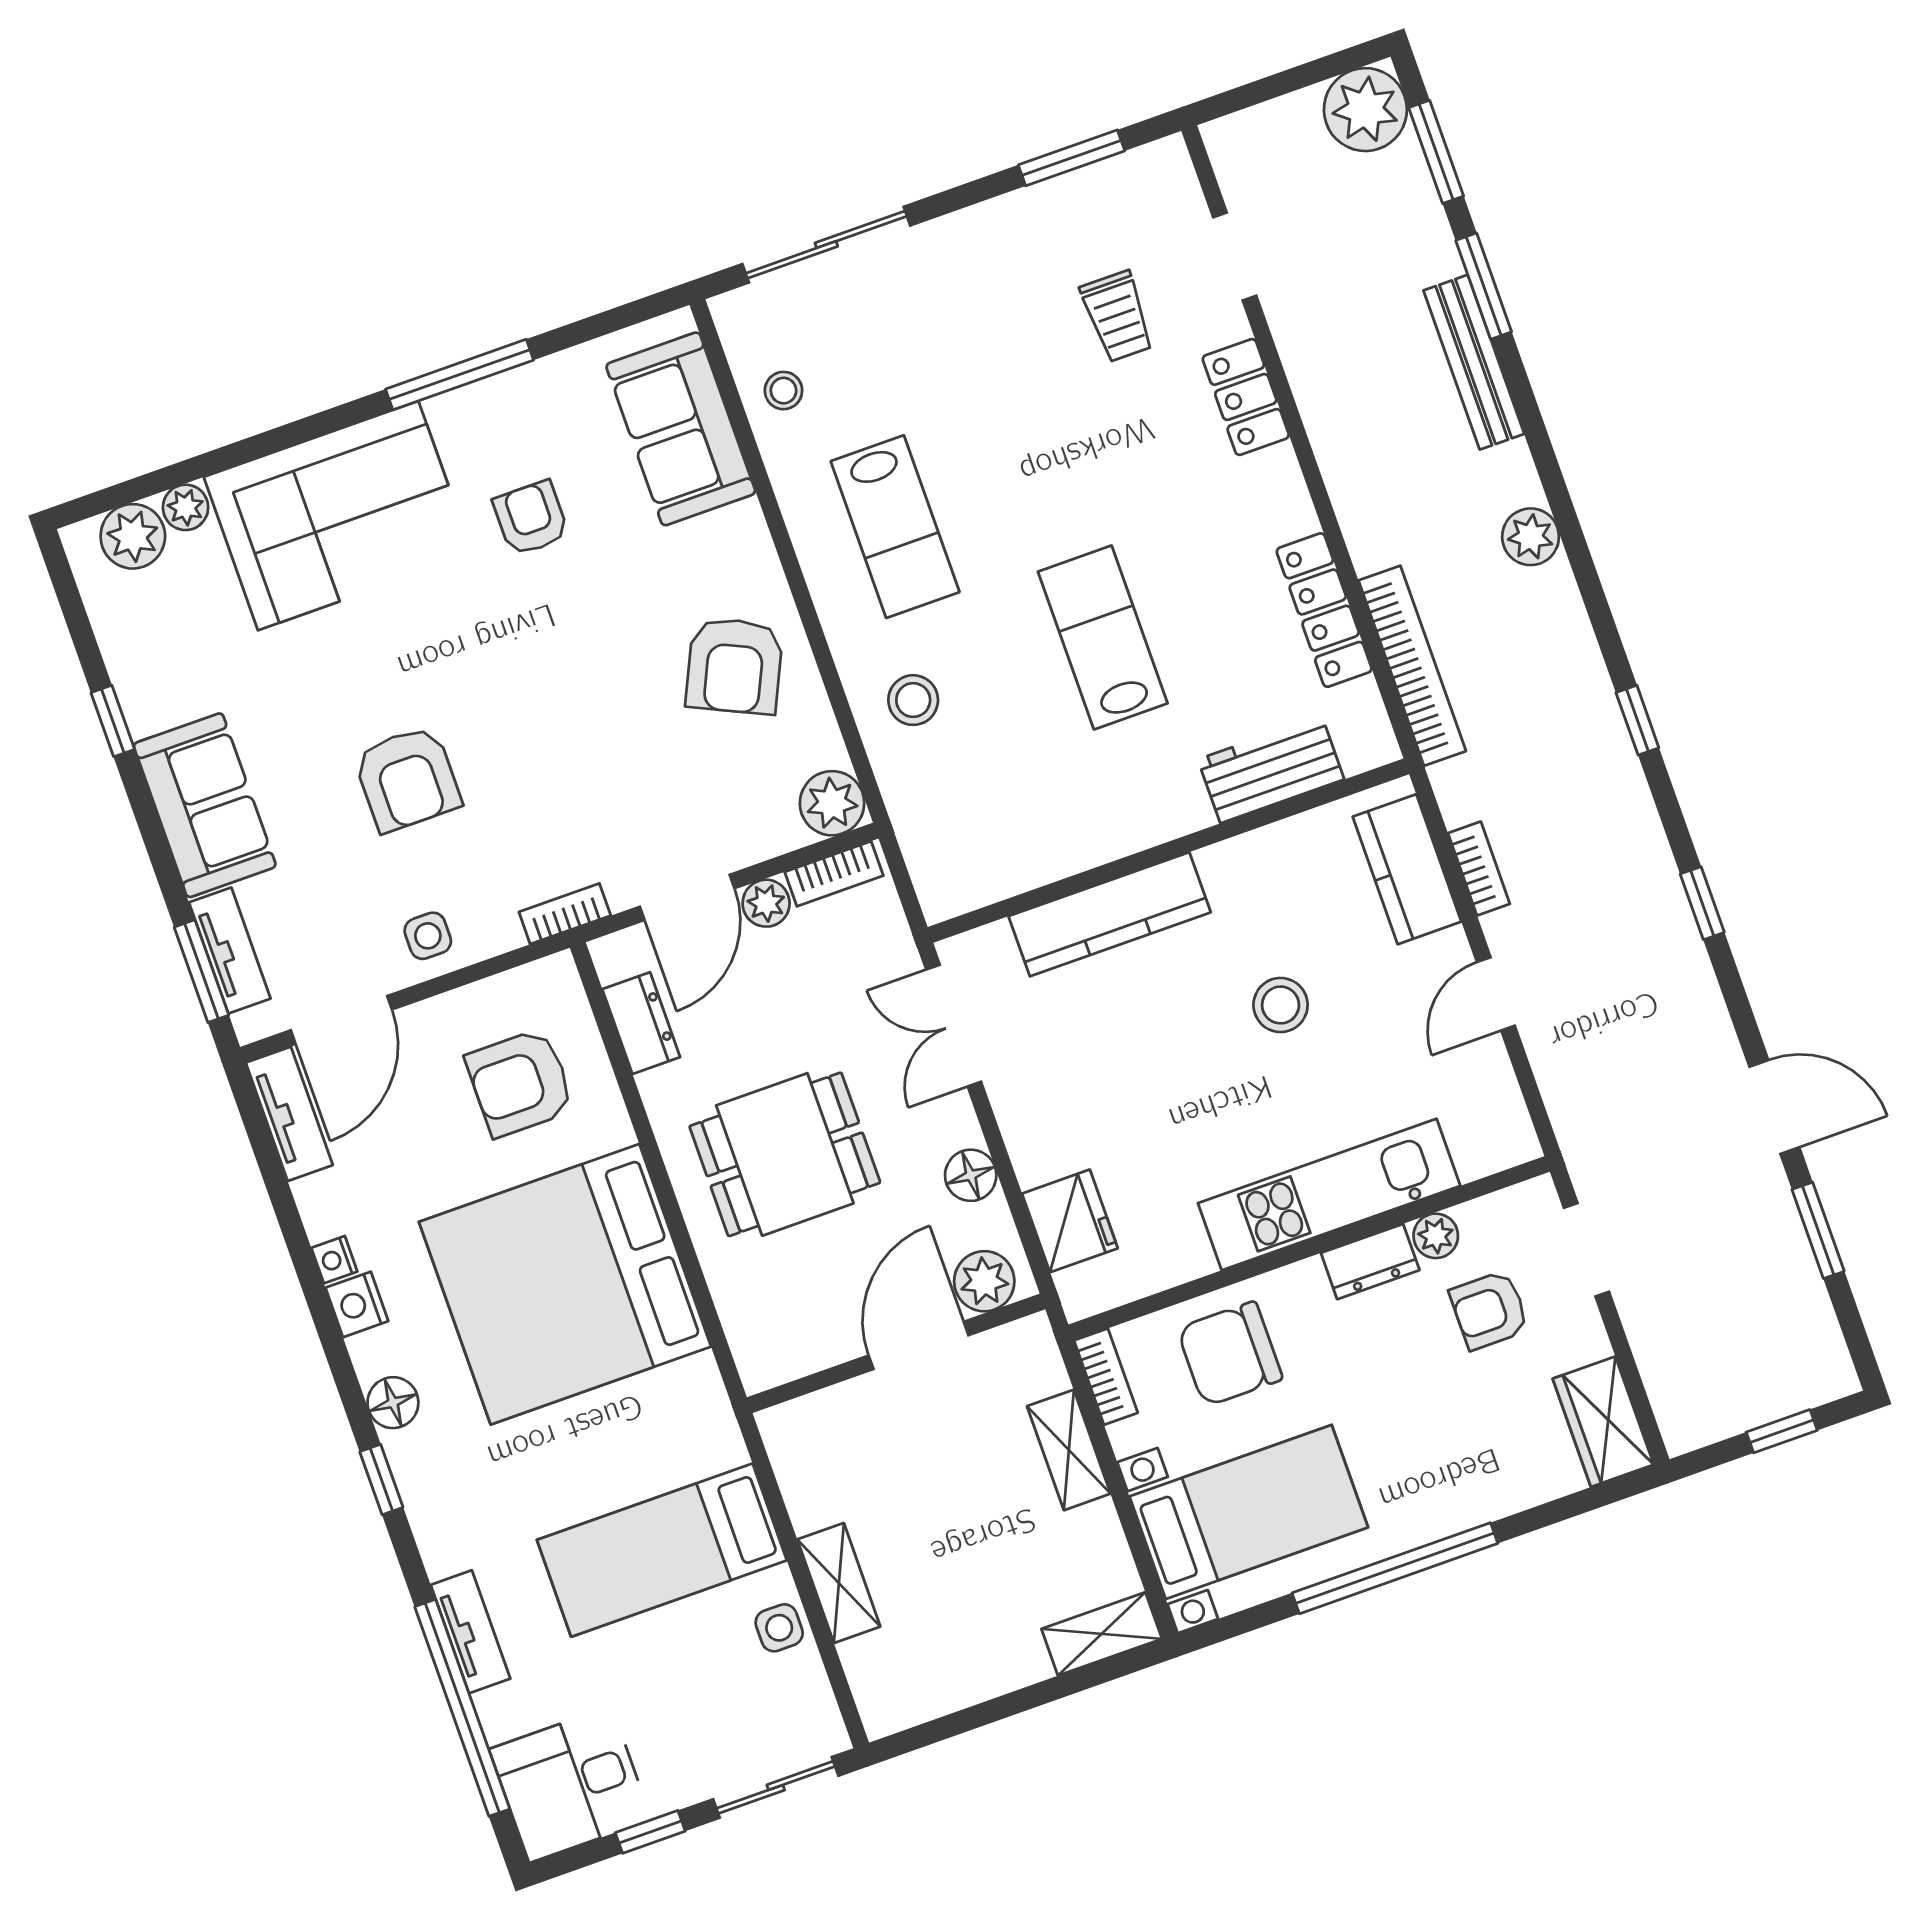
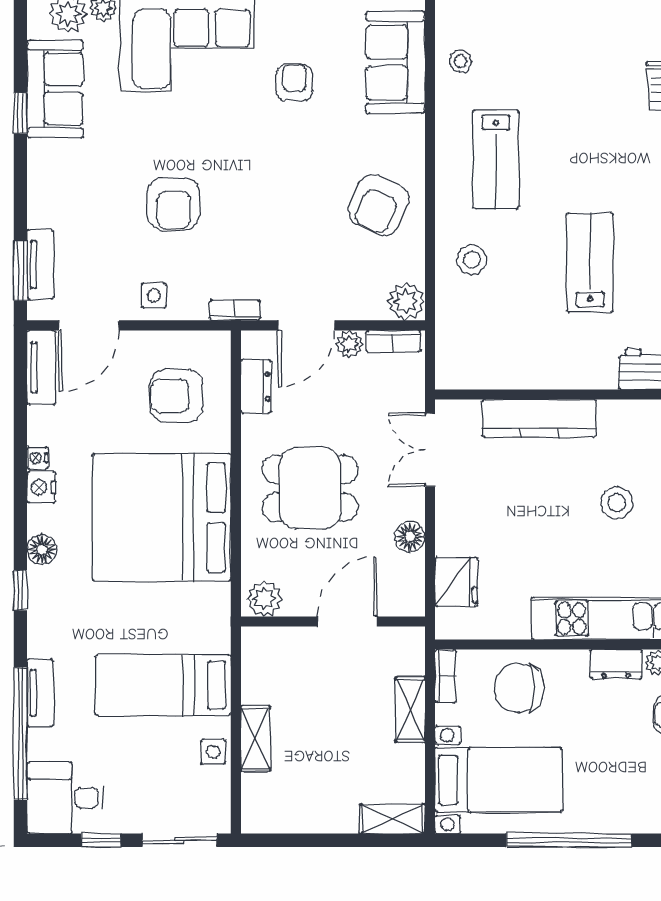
sofa: (205, 805) -> (55, 89), moved
plant: (984, 1281) -> (264, 599), moved

